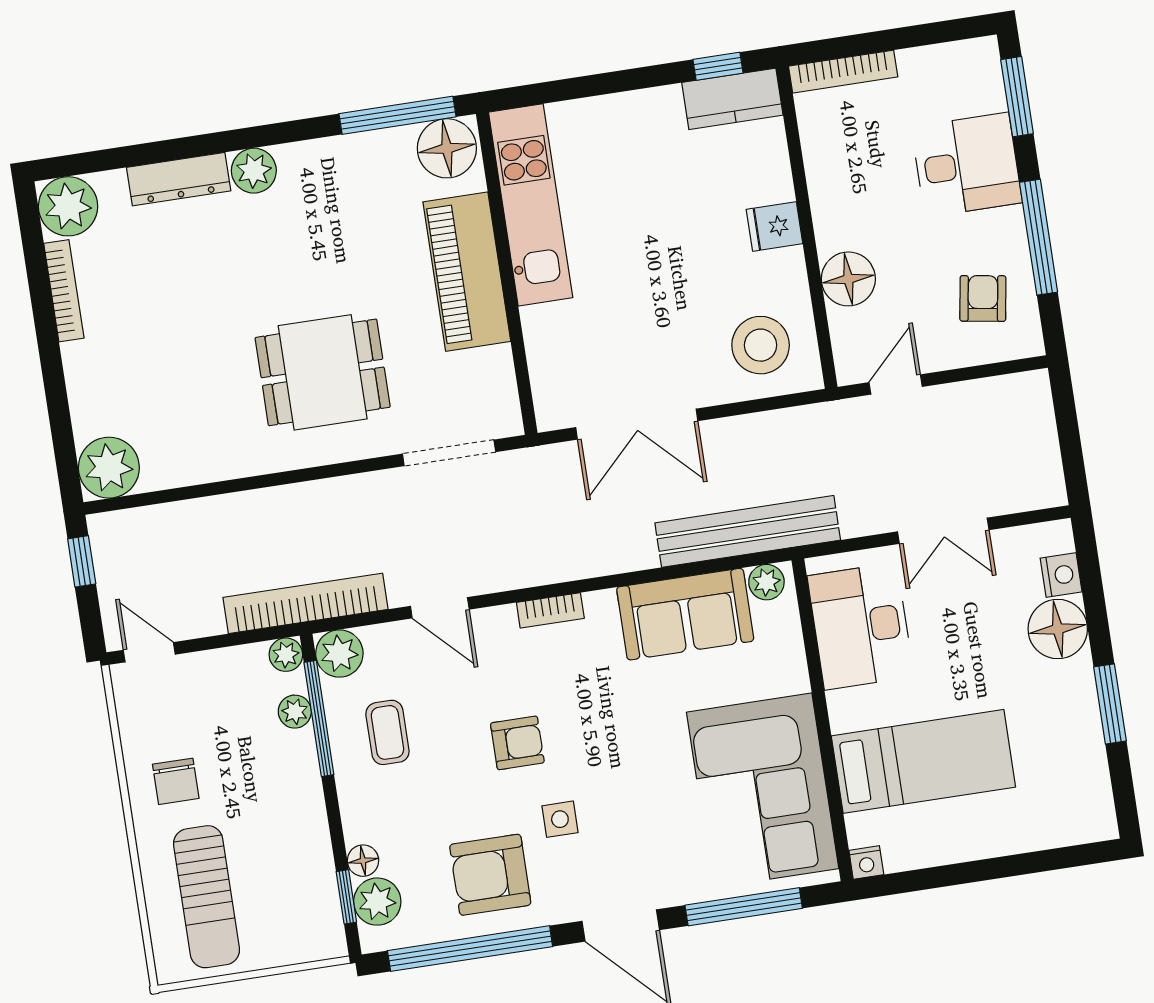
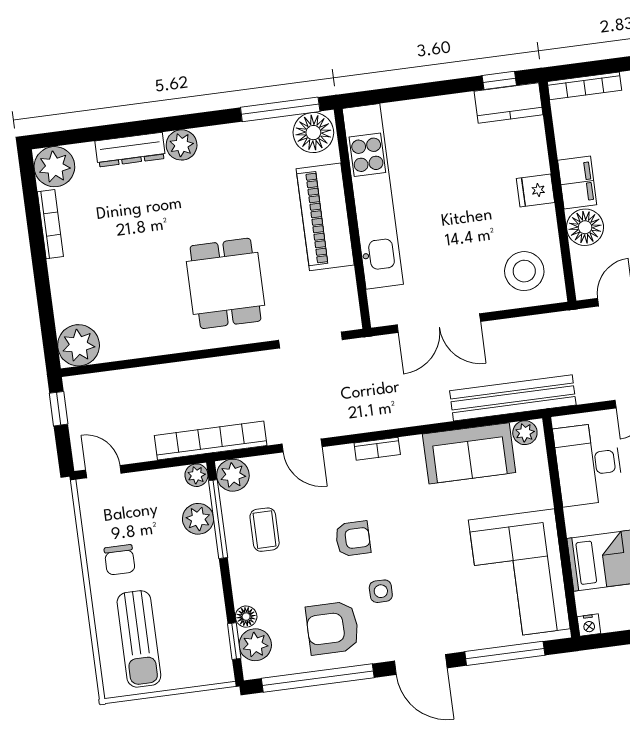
kitchen unit: (531, 205) -> (373, 196), width x1.36
filing cabinet: (835, 214) -> (577, 183), added
dining table: (323, 372) -> (226, 283), turned 90
plant: (295, 712) -> (198, 519), width x1.38, depth x1.38

